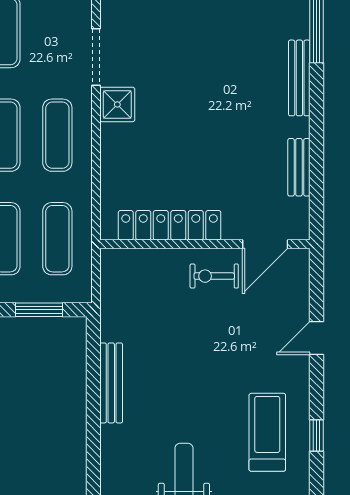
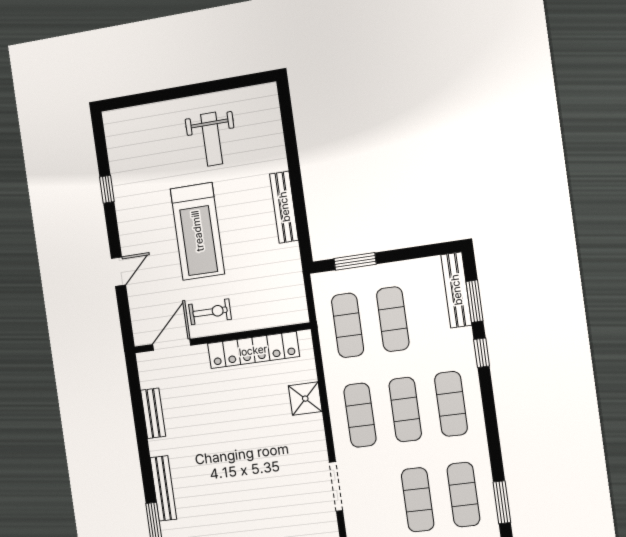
shower: (117, 104) -> (305, 399), moved
treadmill: (267, 432) -> (197, 231), moved, width x1.37, depth x1.38

